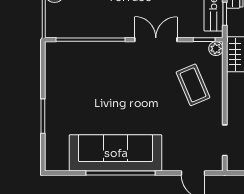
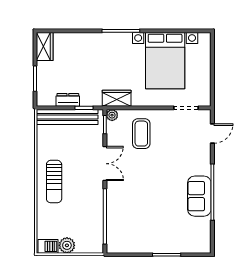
double door: (156, 40) -> (105, 164), swing flipped
coffee table: (193, 85) -> (141, 134), turned -67
sofa: (116, 153) -> (199, 196), width x0.54, depth x0.79

